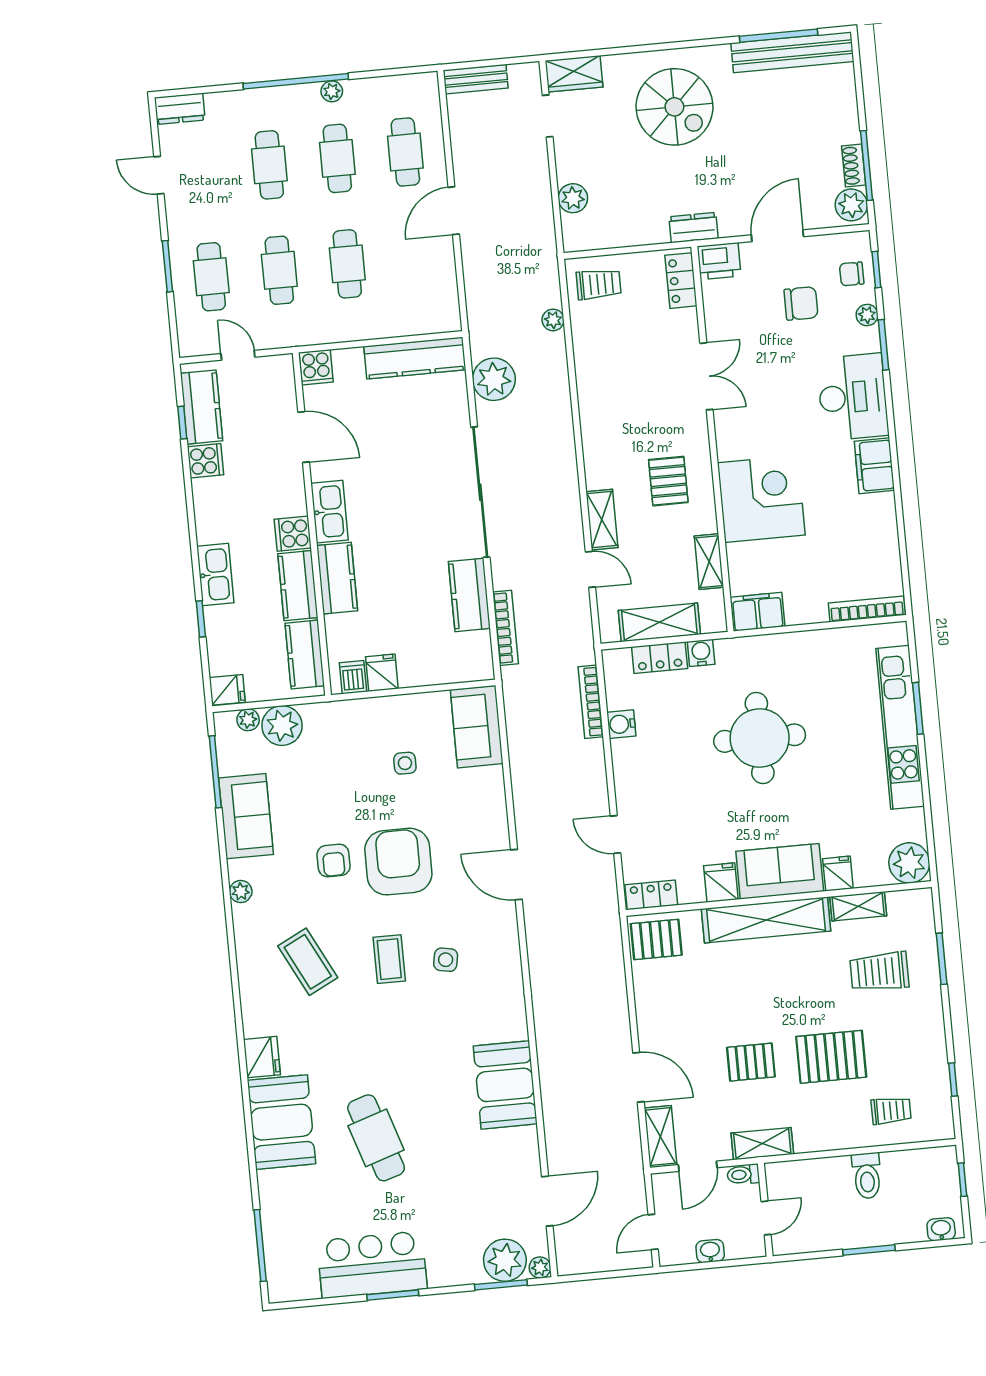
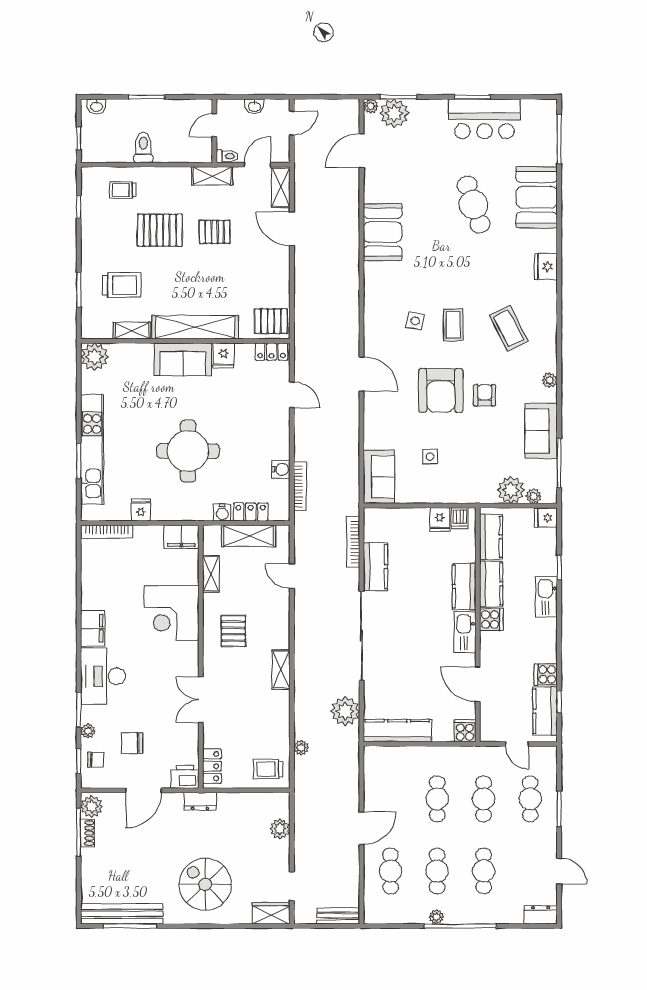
shelving: (602, 520) -> (281, 670), moved
fridge: (838, 874) -> (141, 510), moved, turned 180
booth: (282, 1122) -> (537, 197), moved

